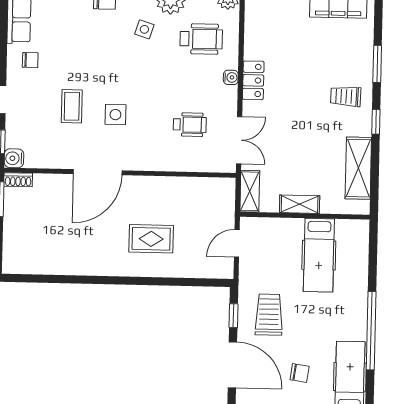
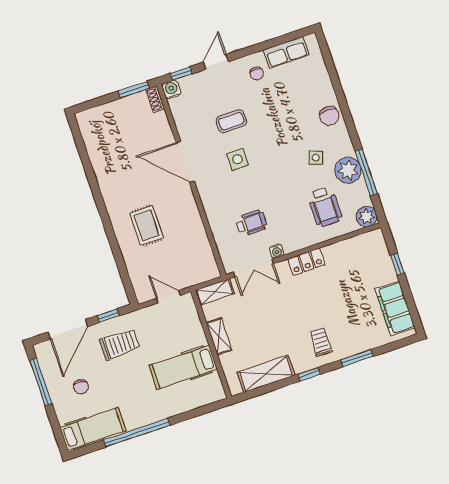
water cooler: (231, 77) -> (277, 251), moved
wheelchair: (190, 125) -> (251, 223), turned -90

